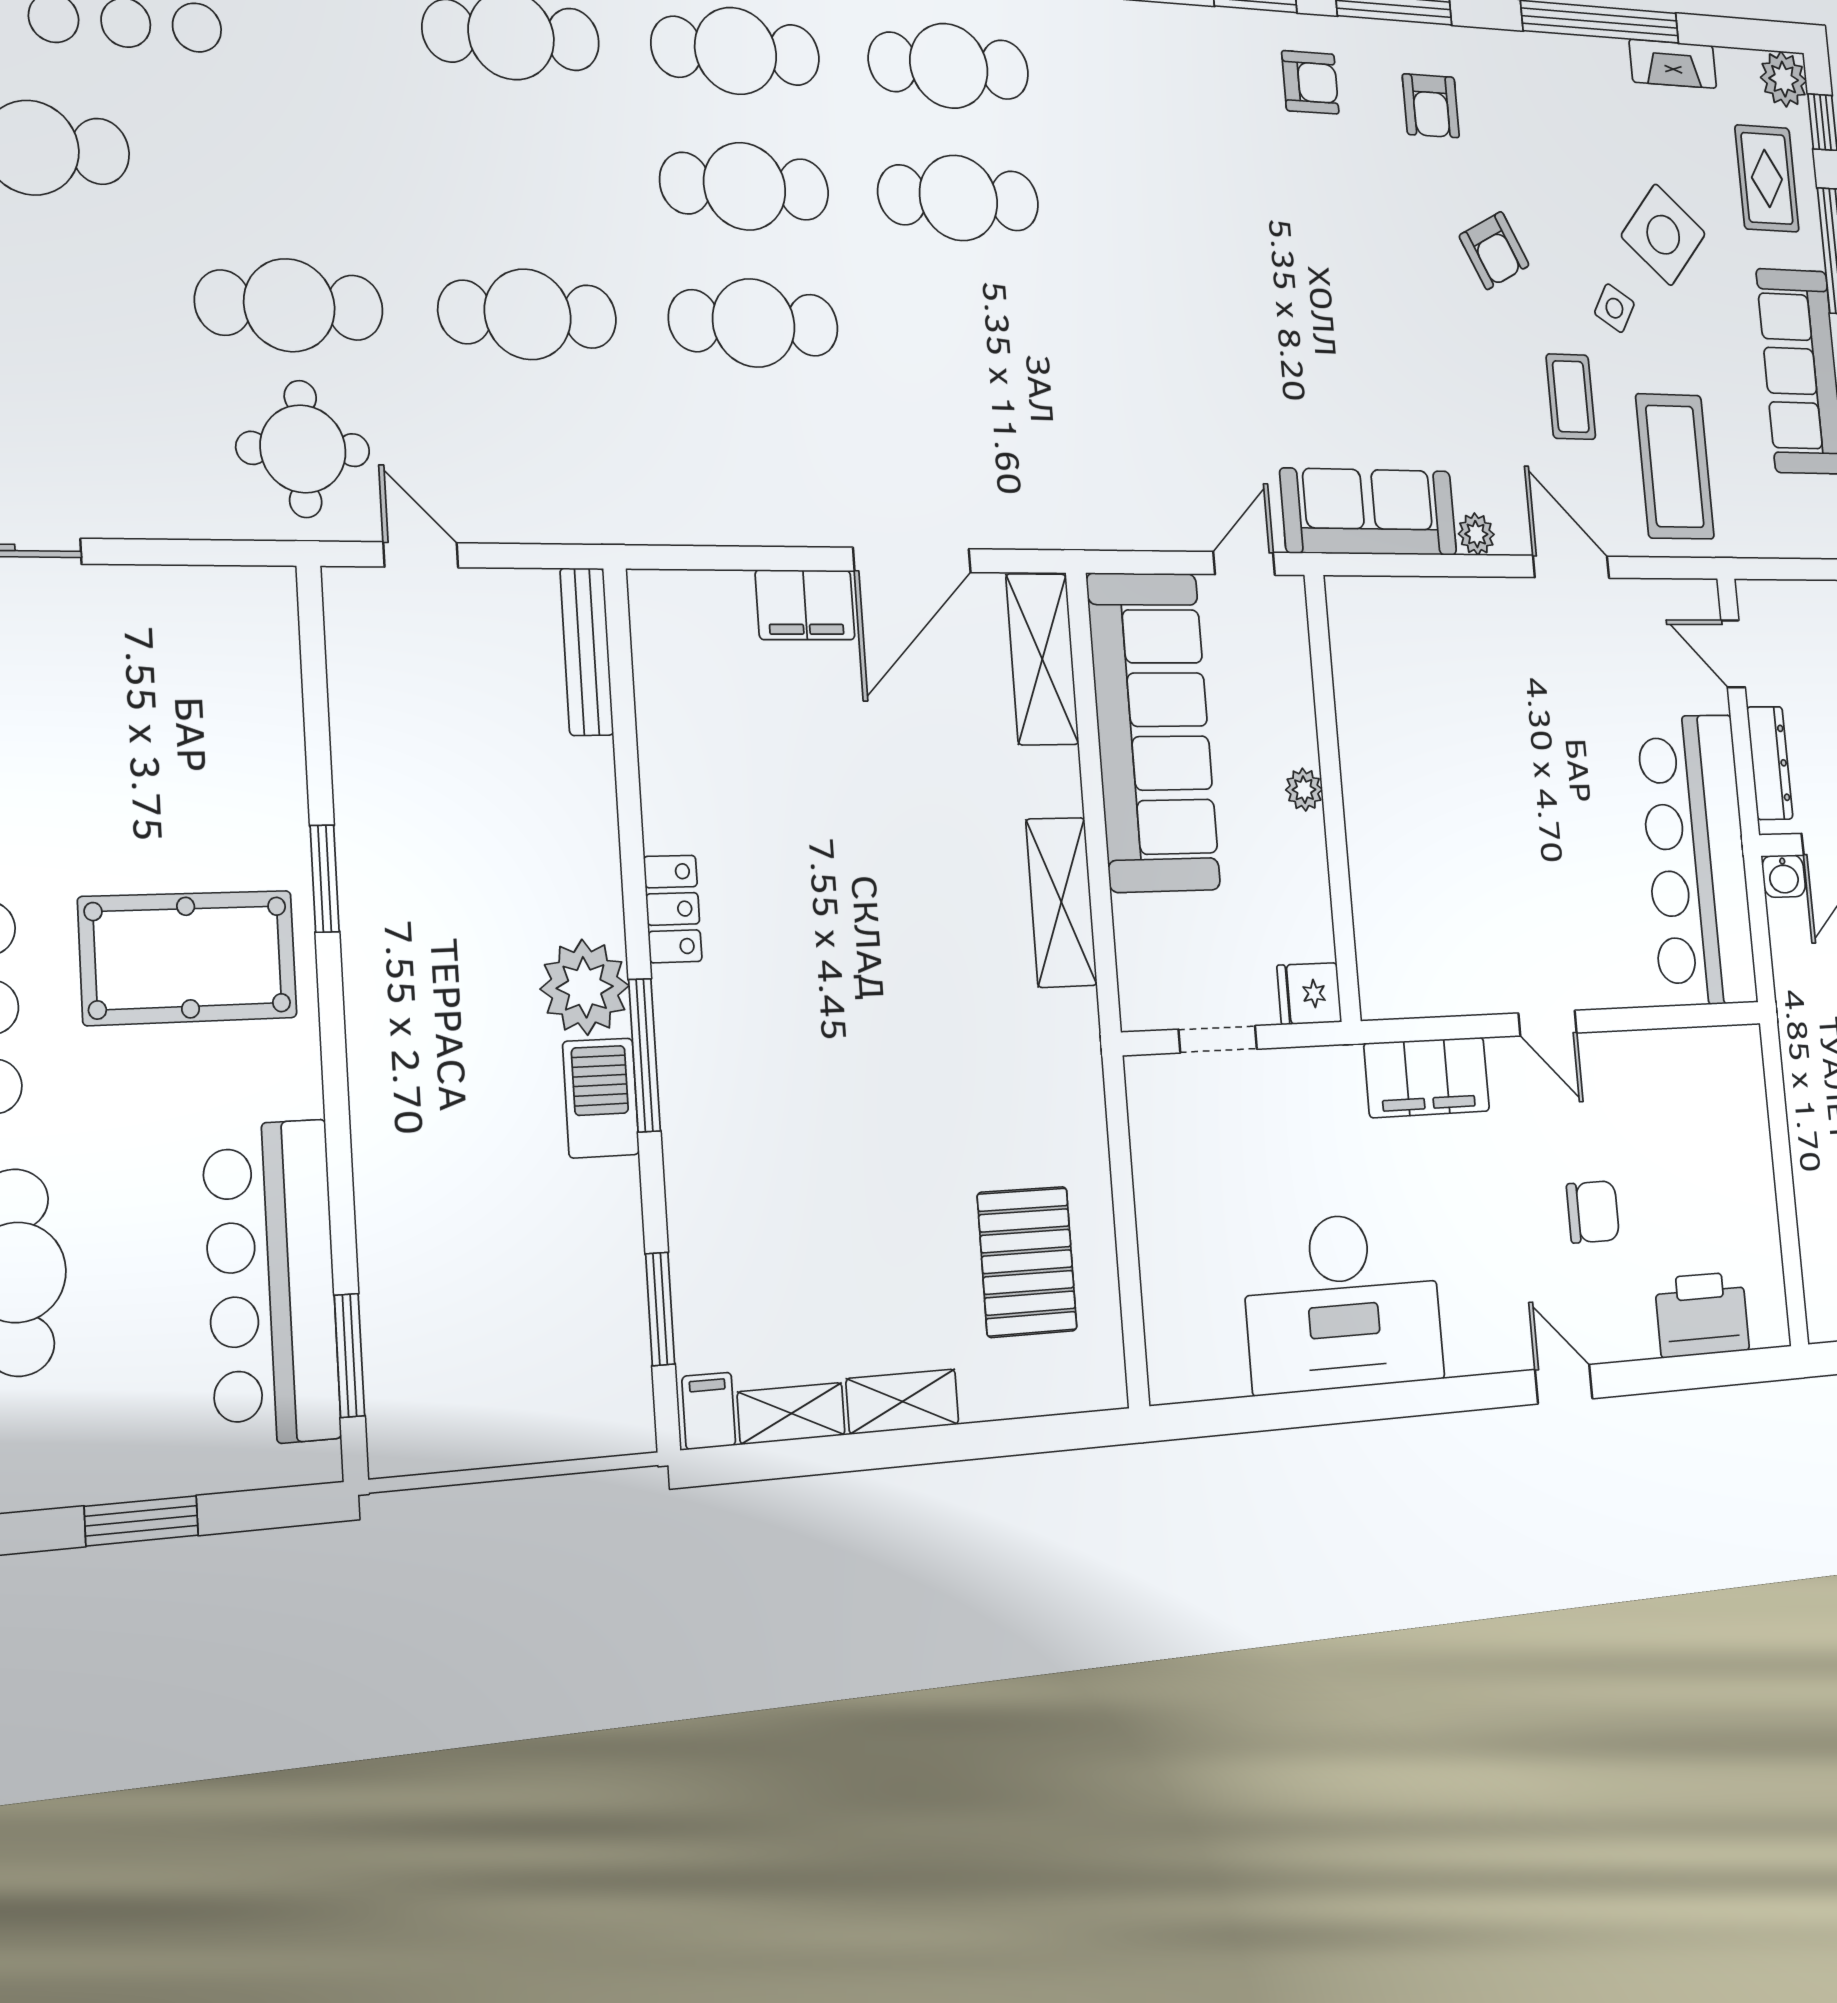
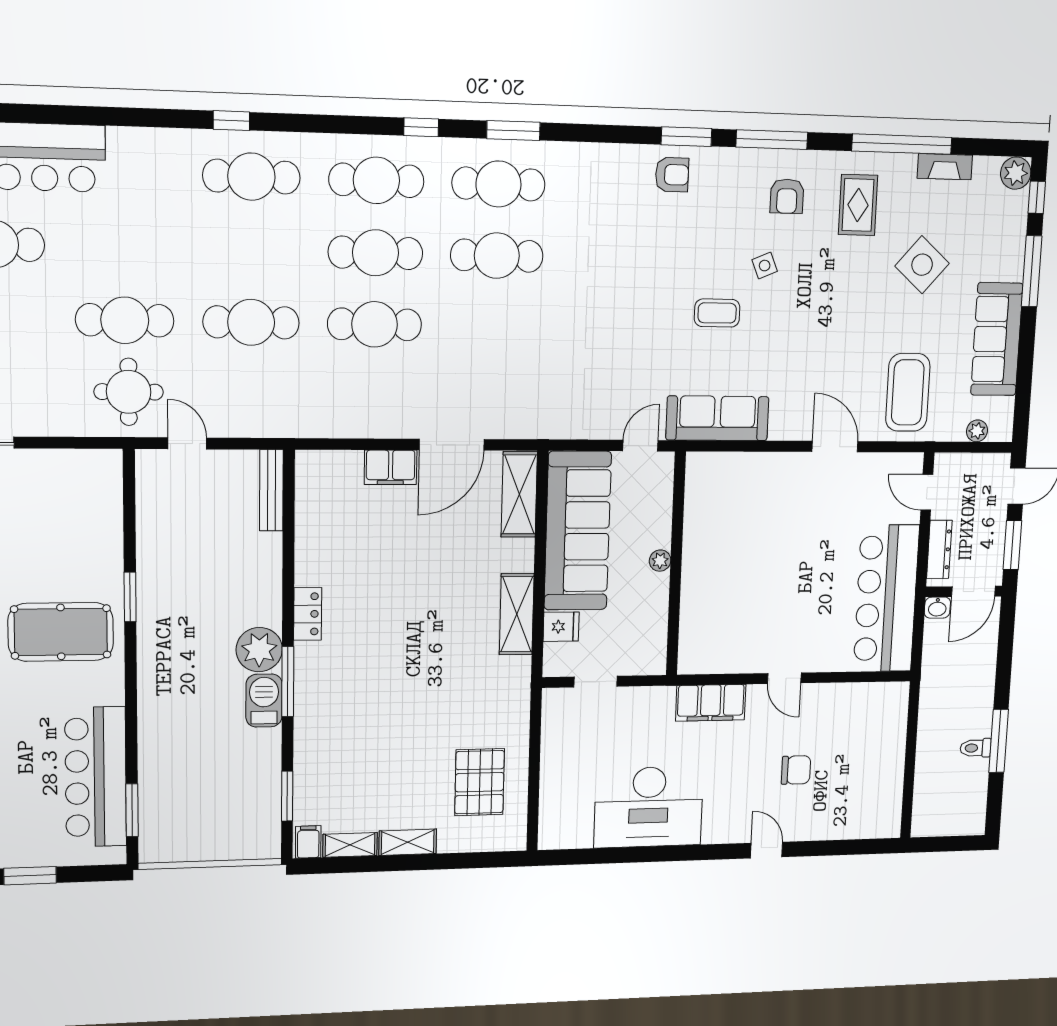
armchair: (1310, 82) -> (672, 175), moved
rug: (1767, 178) -> (858, 205), moved
armchair: (1494, 251) -> (814, 276), removed
side table: (1614, 308) -> (765, 266), moved, turned 36
coffee table: (1571, 397) -> (717, 313), moved, turned 90
plant: (1476, 534) -> (977, 431), moved
fridge: (1309, 994) -> (561, 627), moved, turned 180
printer: (1702, 1314) -> (851, 821), removed

